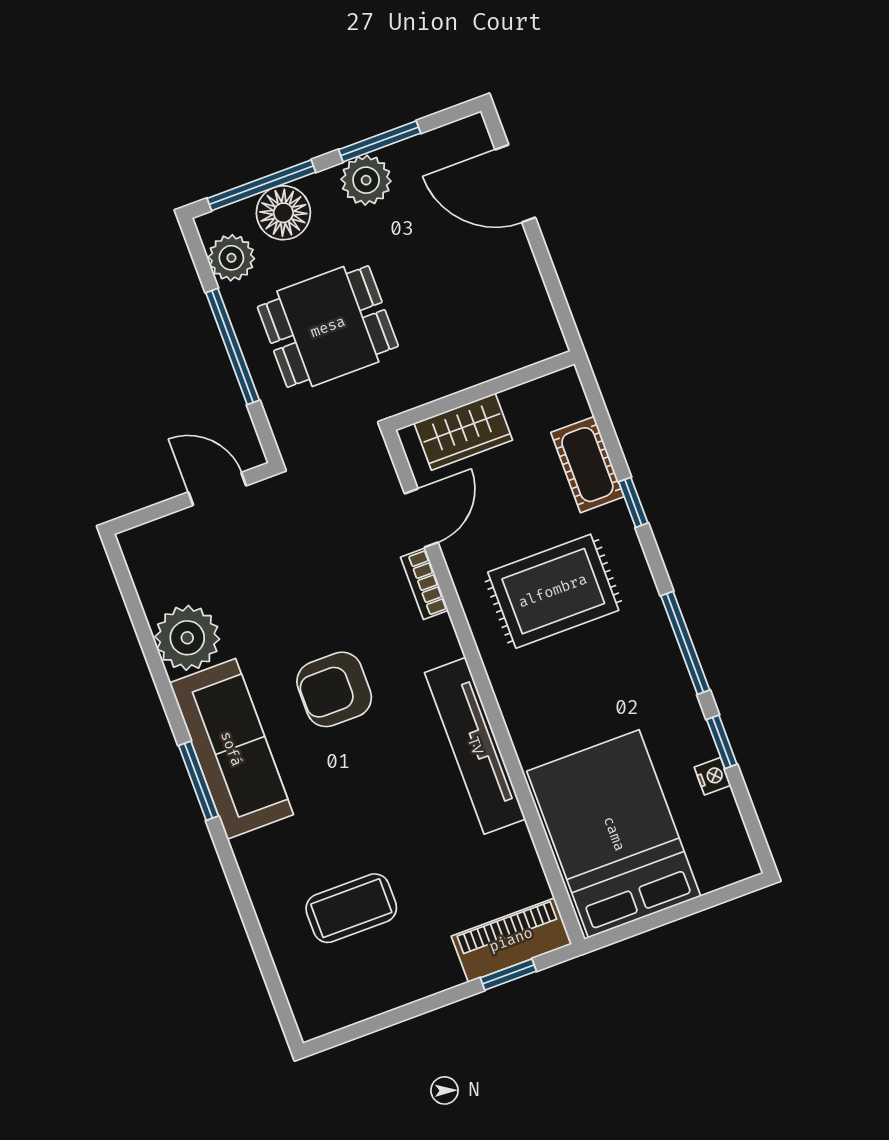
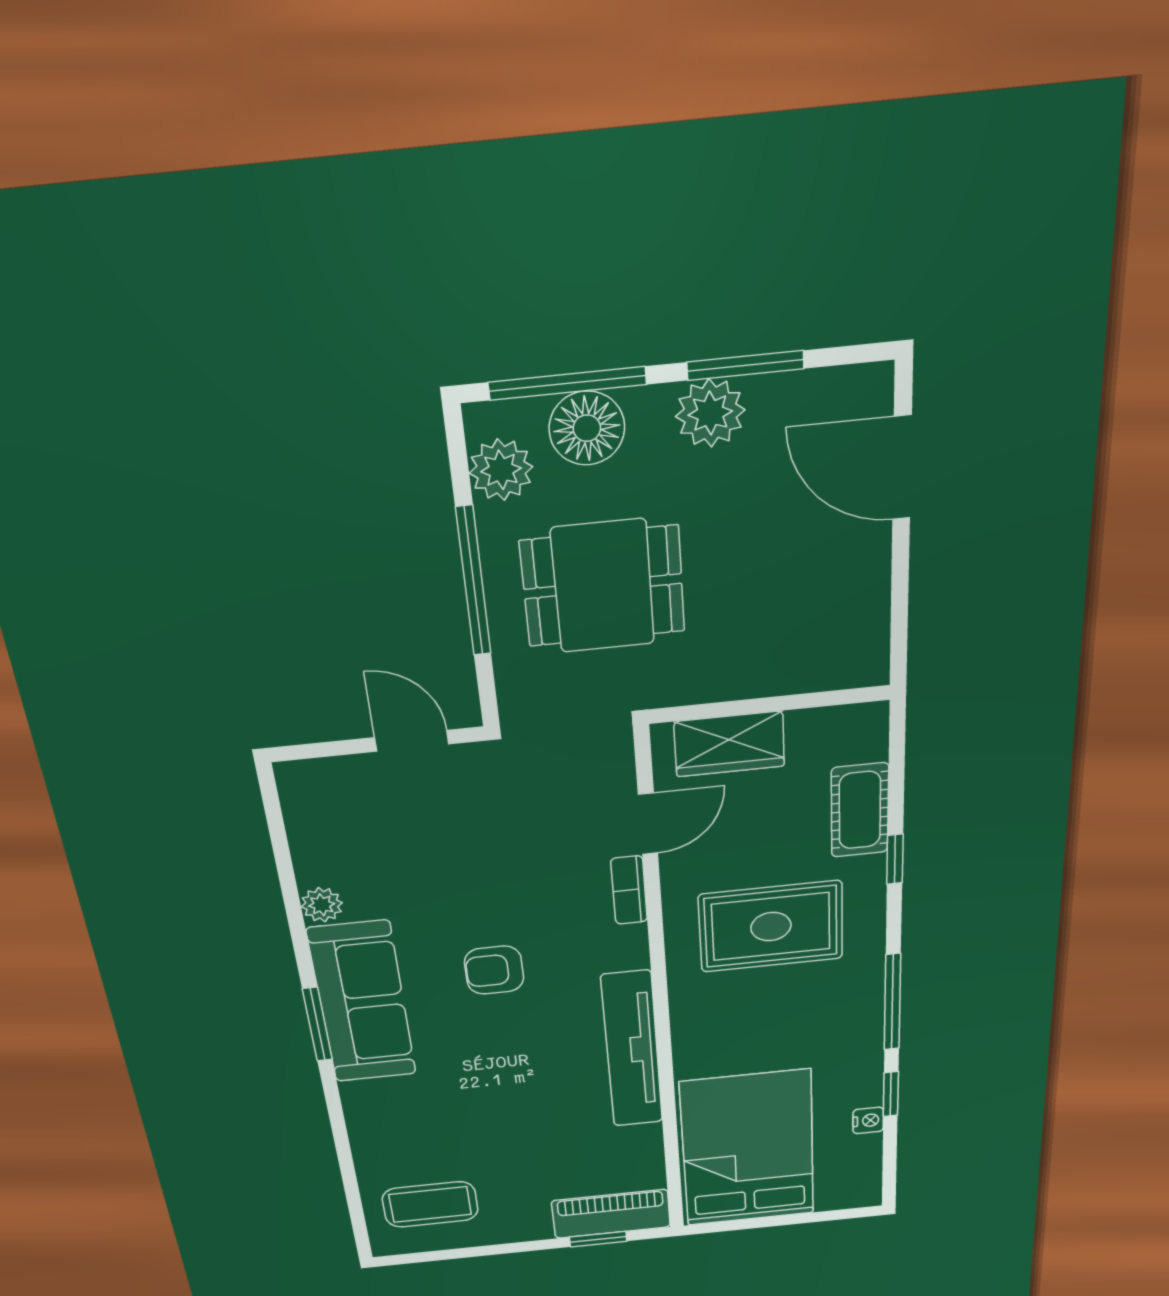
plant: (187, 638) -> (322, 905), width x0.53, depth x0.53
armchair: (334, 689) -> (494, 970), width x0.72, depth x0.72
coffee table: (351, 908) -> (430, 1204), moved

